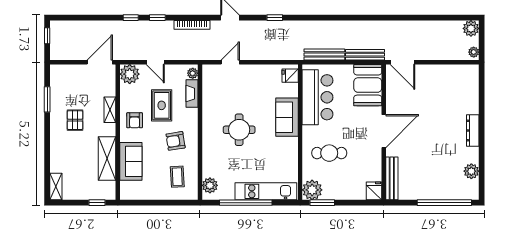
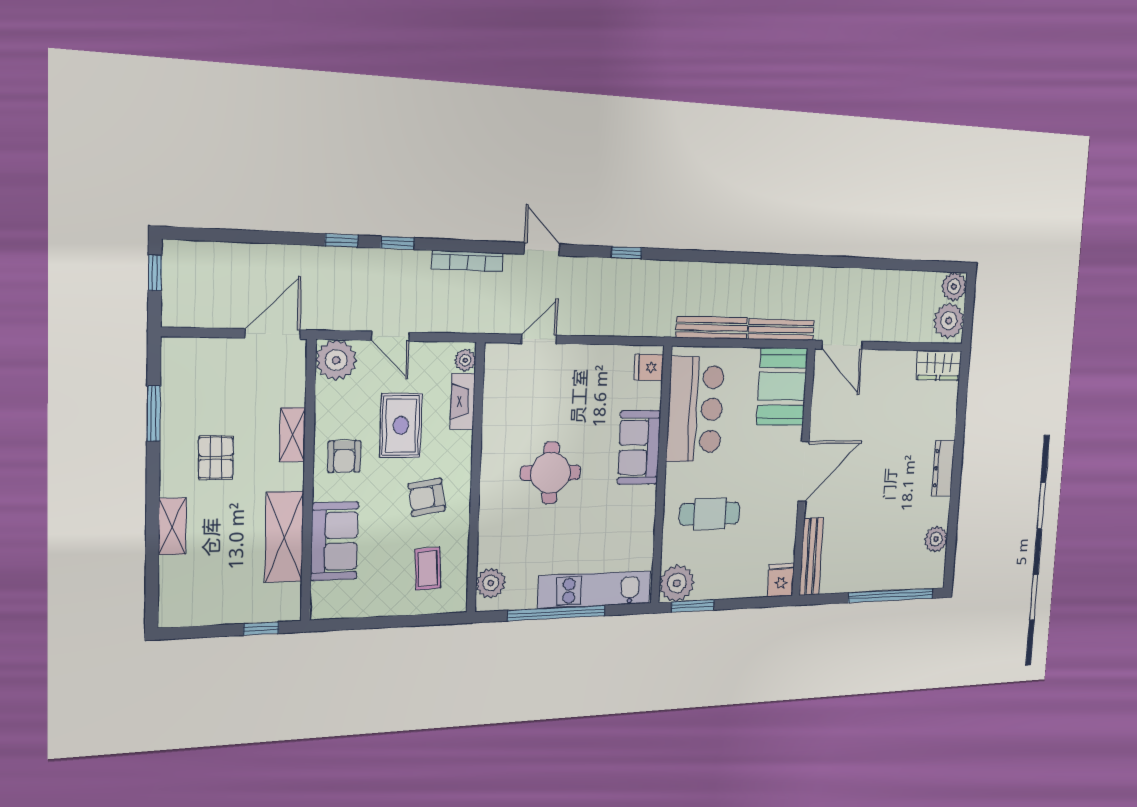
plant: (474, 52) -> (949, 321), width x1.88, depth x1.88
wardrobe: (465, 72) -> (939, 365), added
shelving: (56, 187) -> (172, 526), moved

